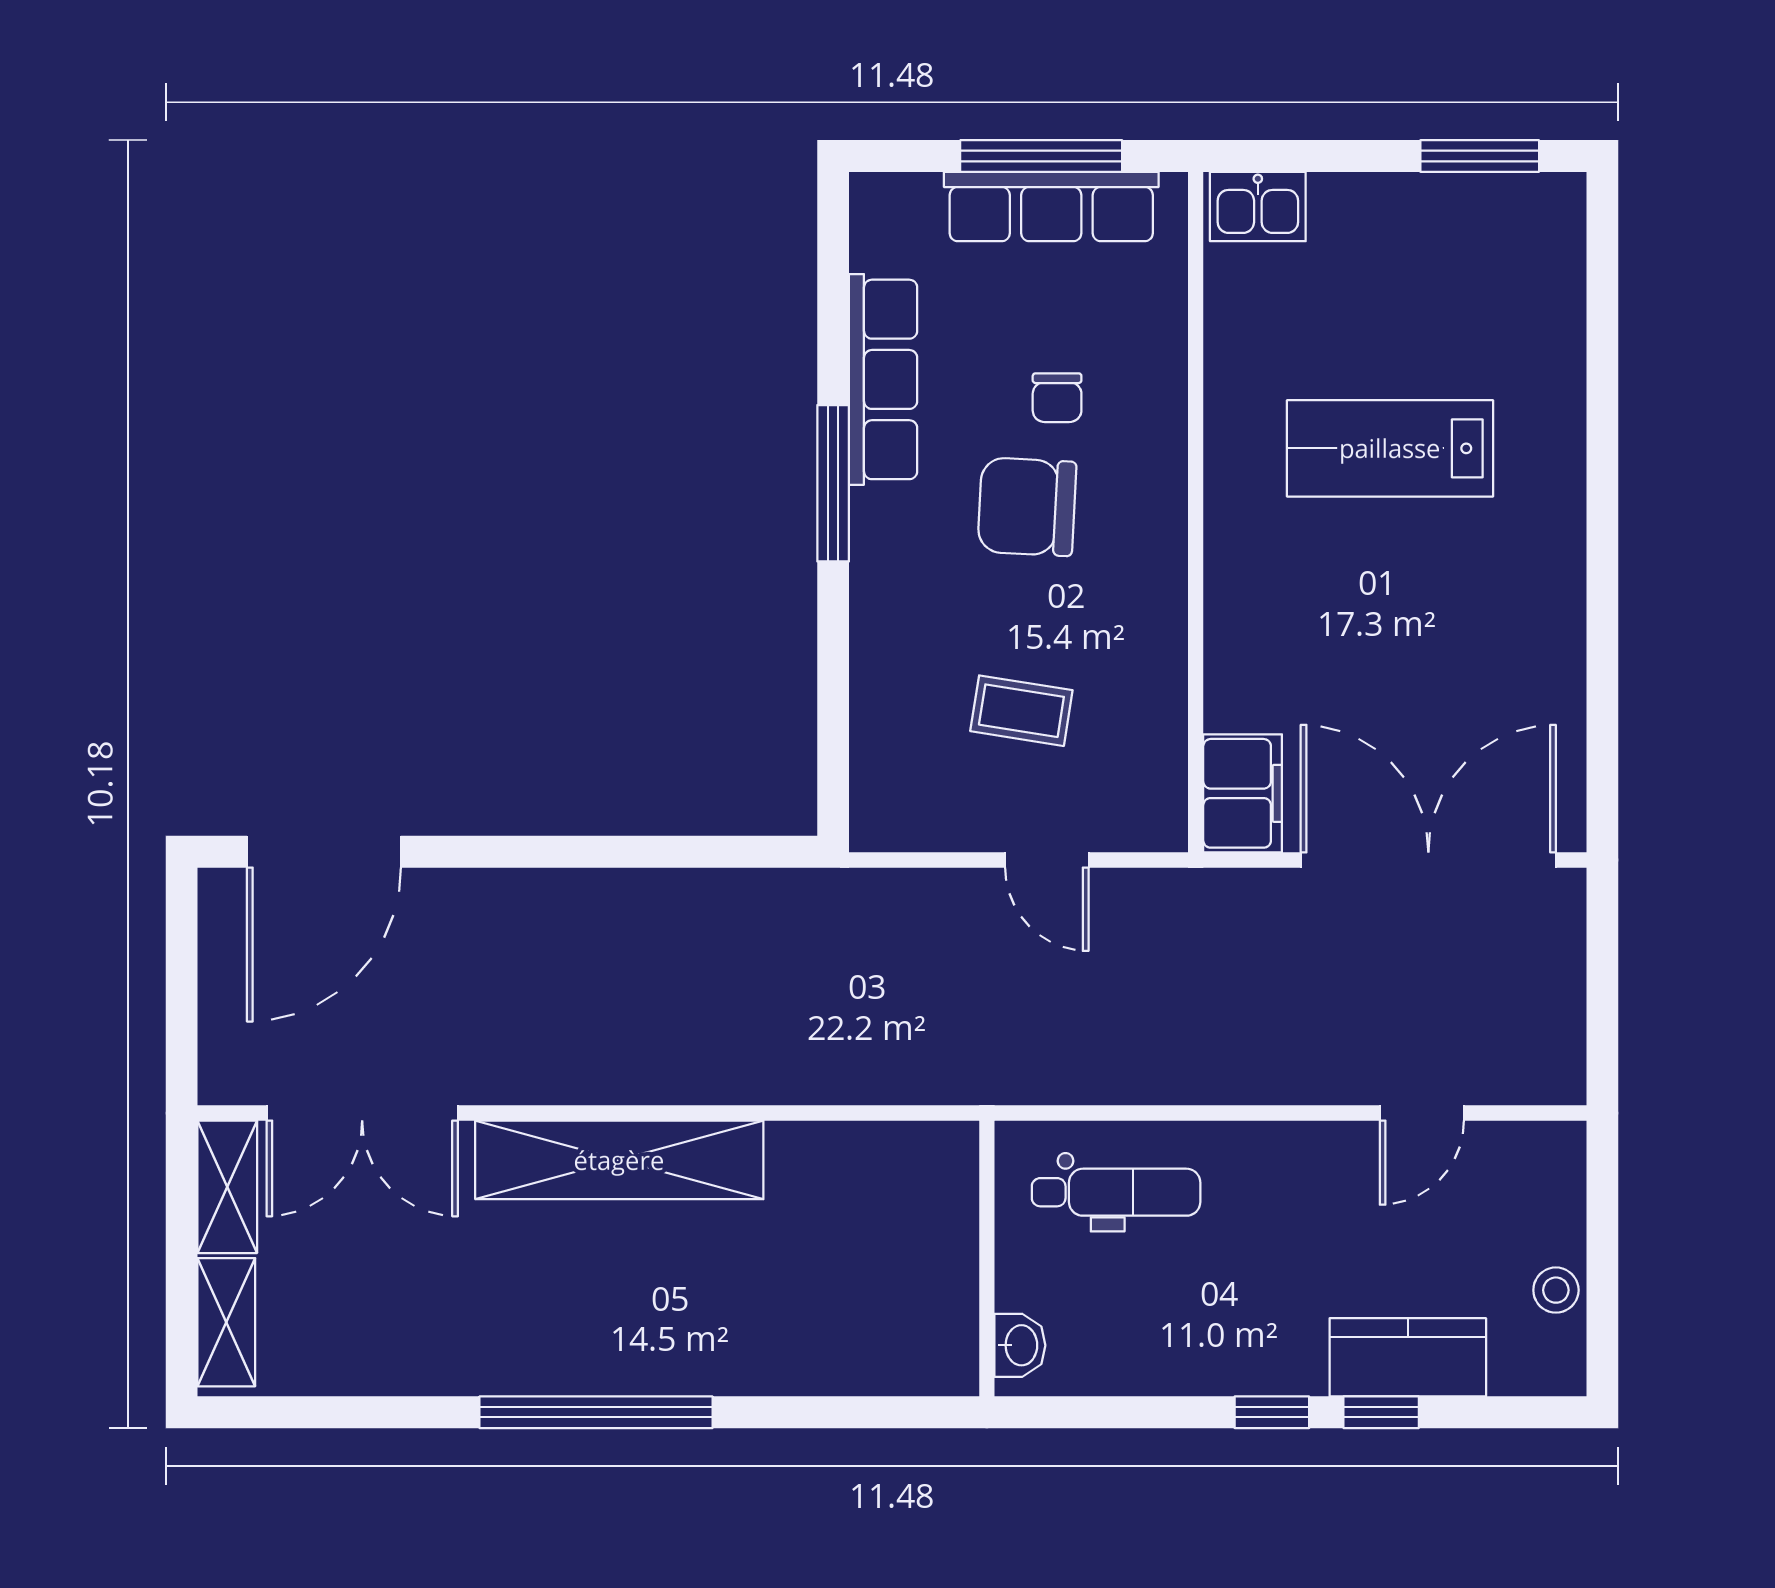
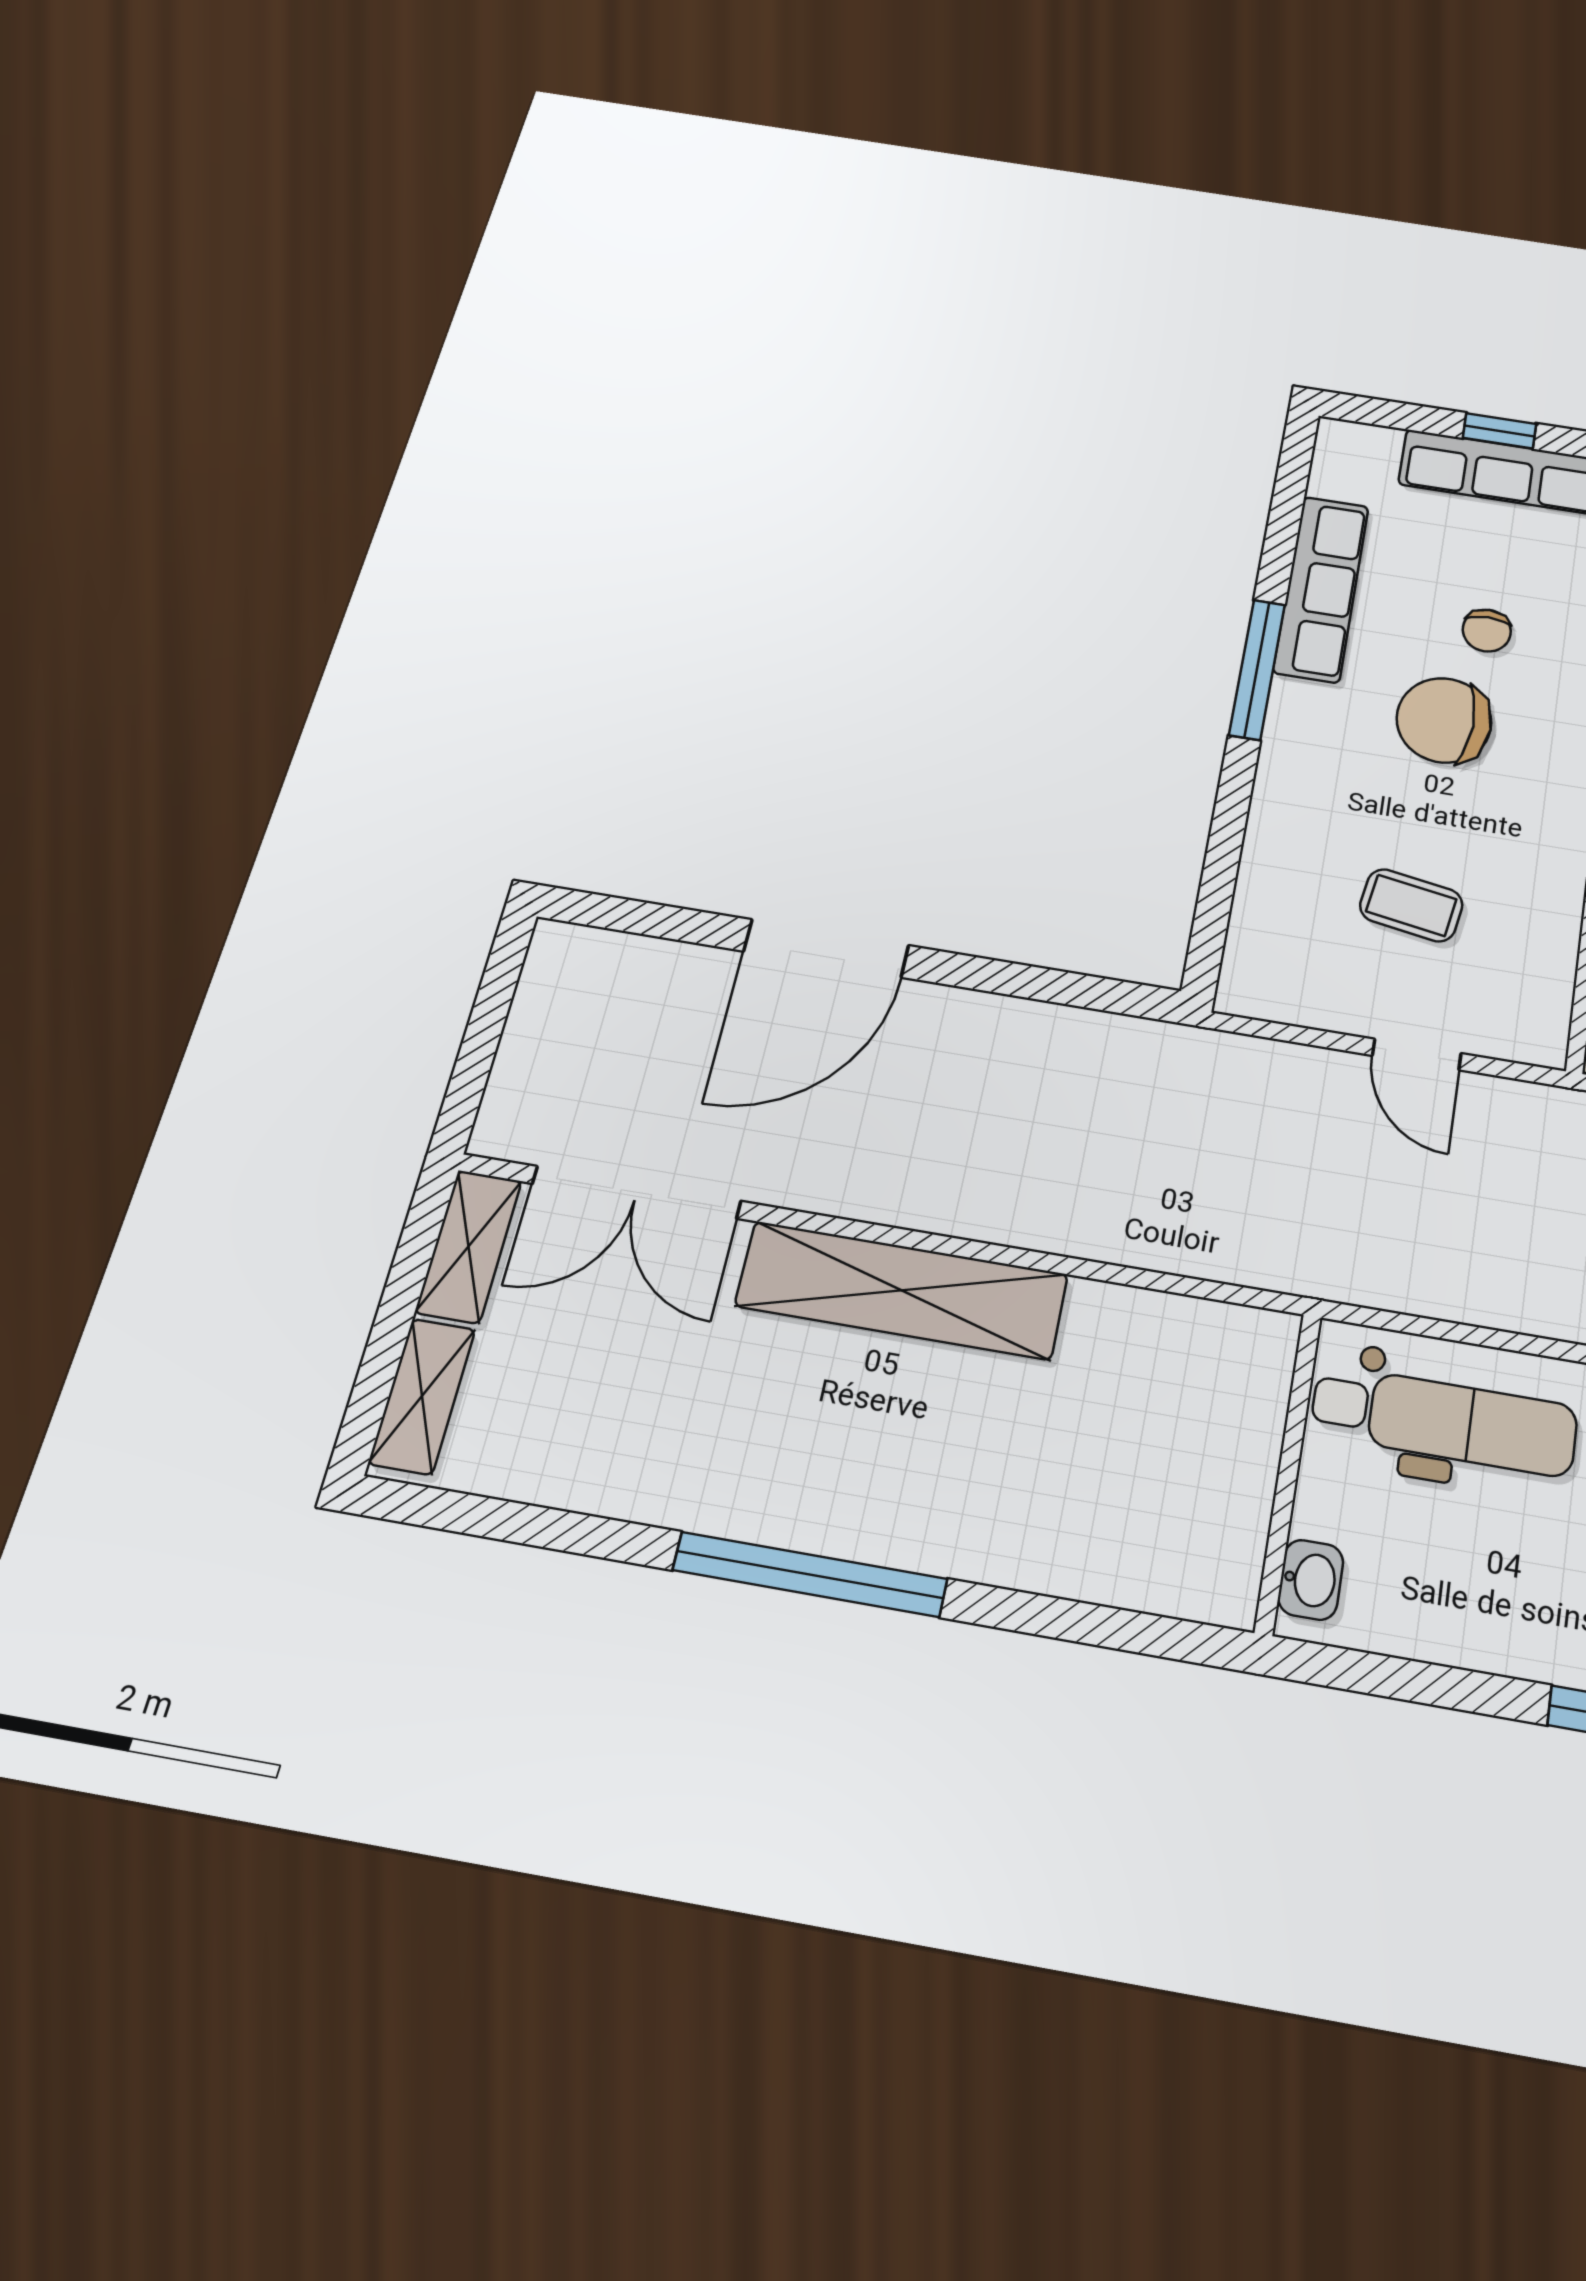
window: (1041, 156) -> (1499, 431), width x0.46
door: (324, 852) -> (826, 948), moved
dental chair: (1116, 1192) -> (1444, 1420), width x1.36, depth x1.38

